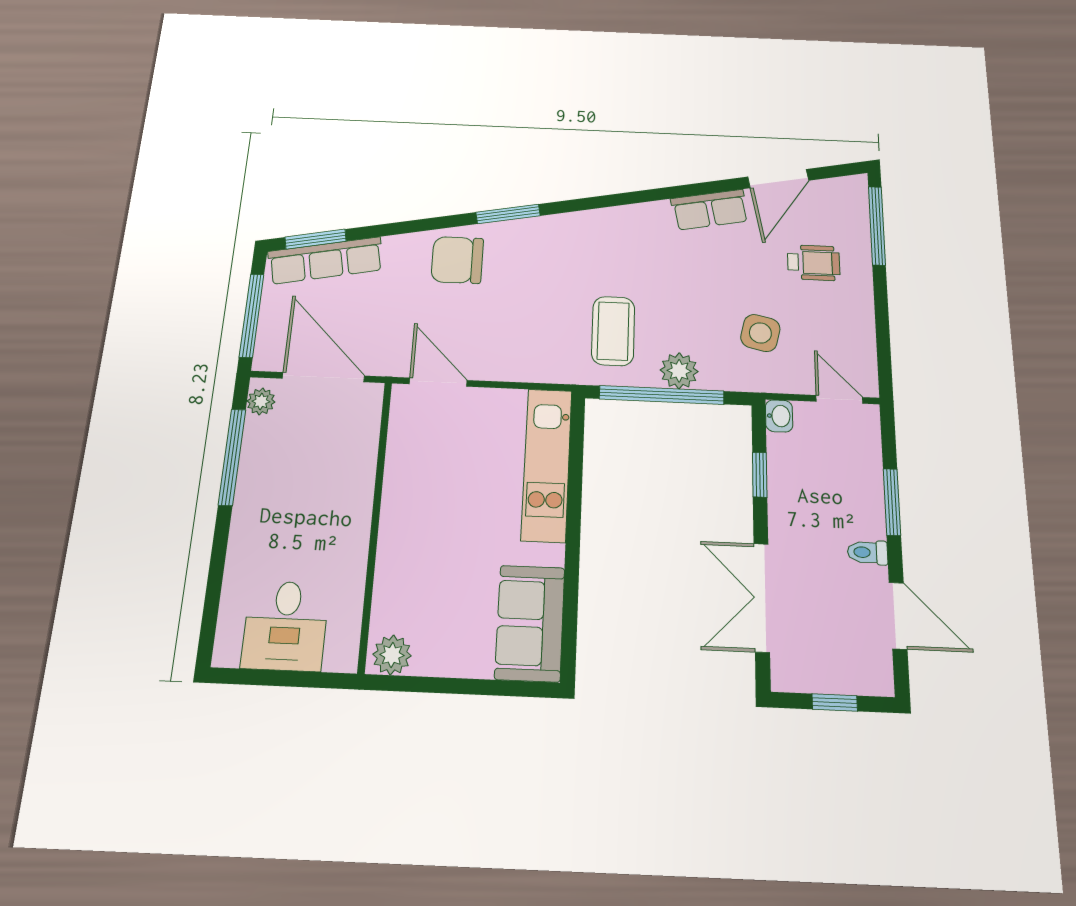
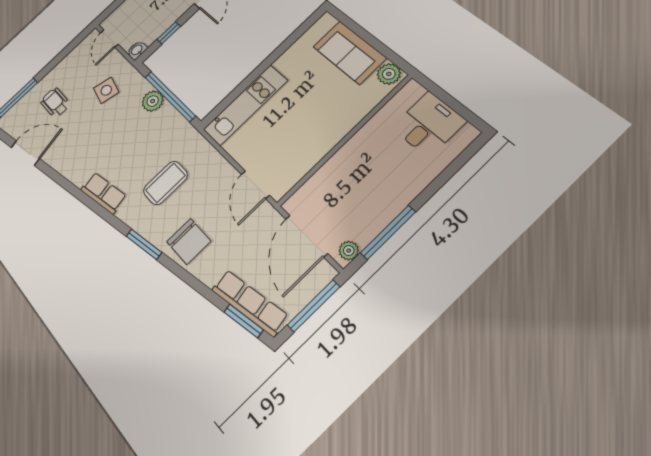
row of seats: (710, 210) -> (103, 193), moved
coffee table: (613, 331) -> (165, 183), moved
sofa: (530, 623) -> (349, 52), moved, turned 90

